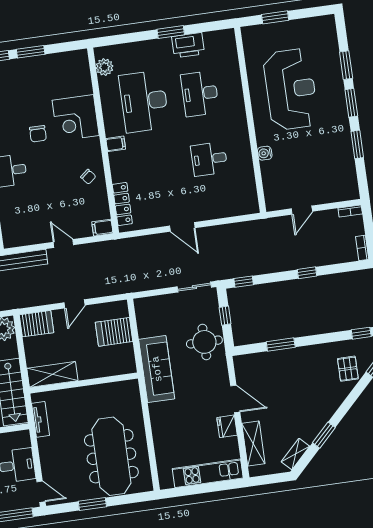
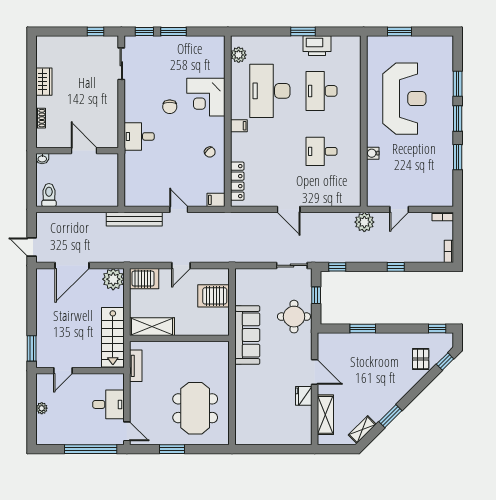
plant: (266, 229) -> (364, 222), added
meeting table: (111, 456) -> (195, 408), width x0.73
kitchen unit: (208, 473) -> (280, 436), removed

